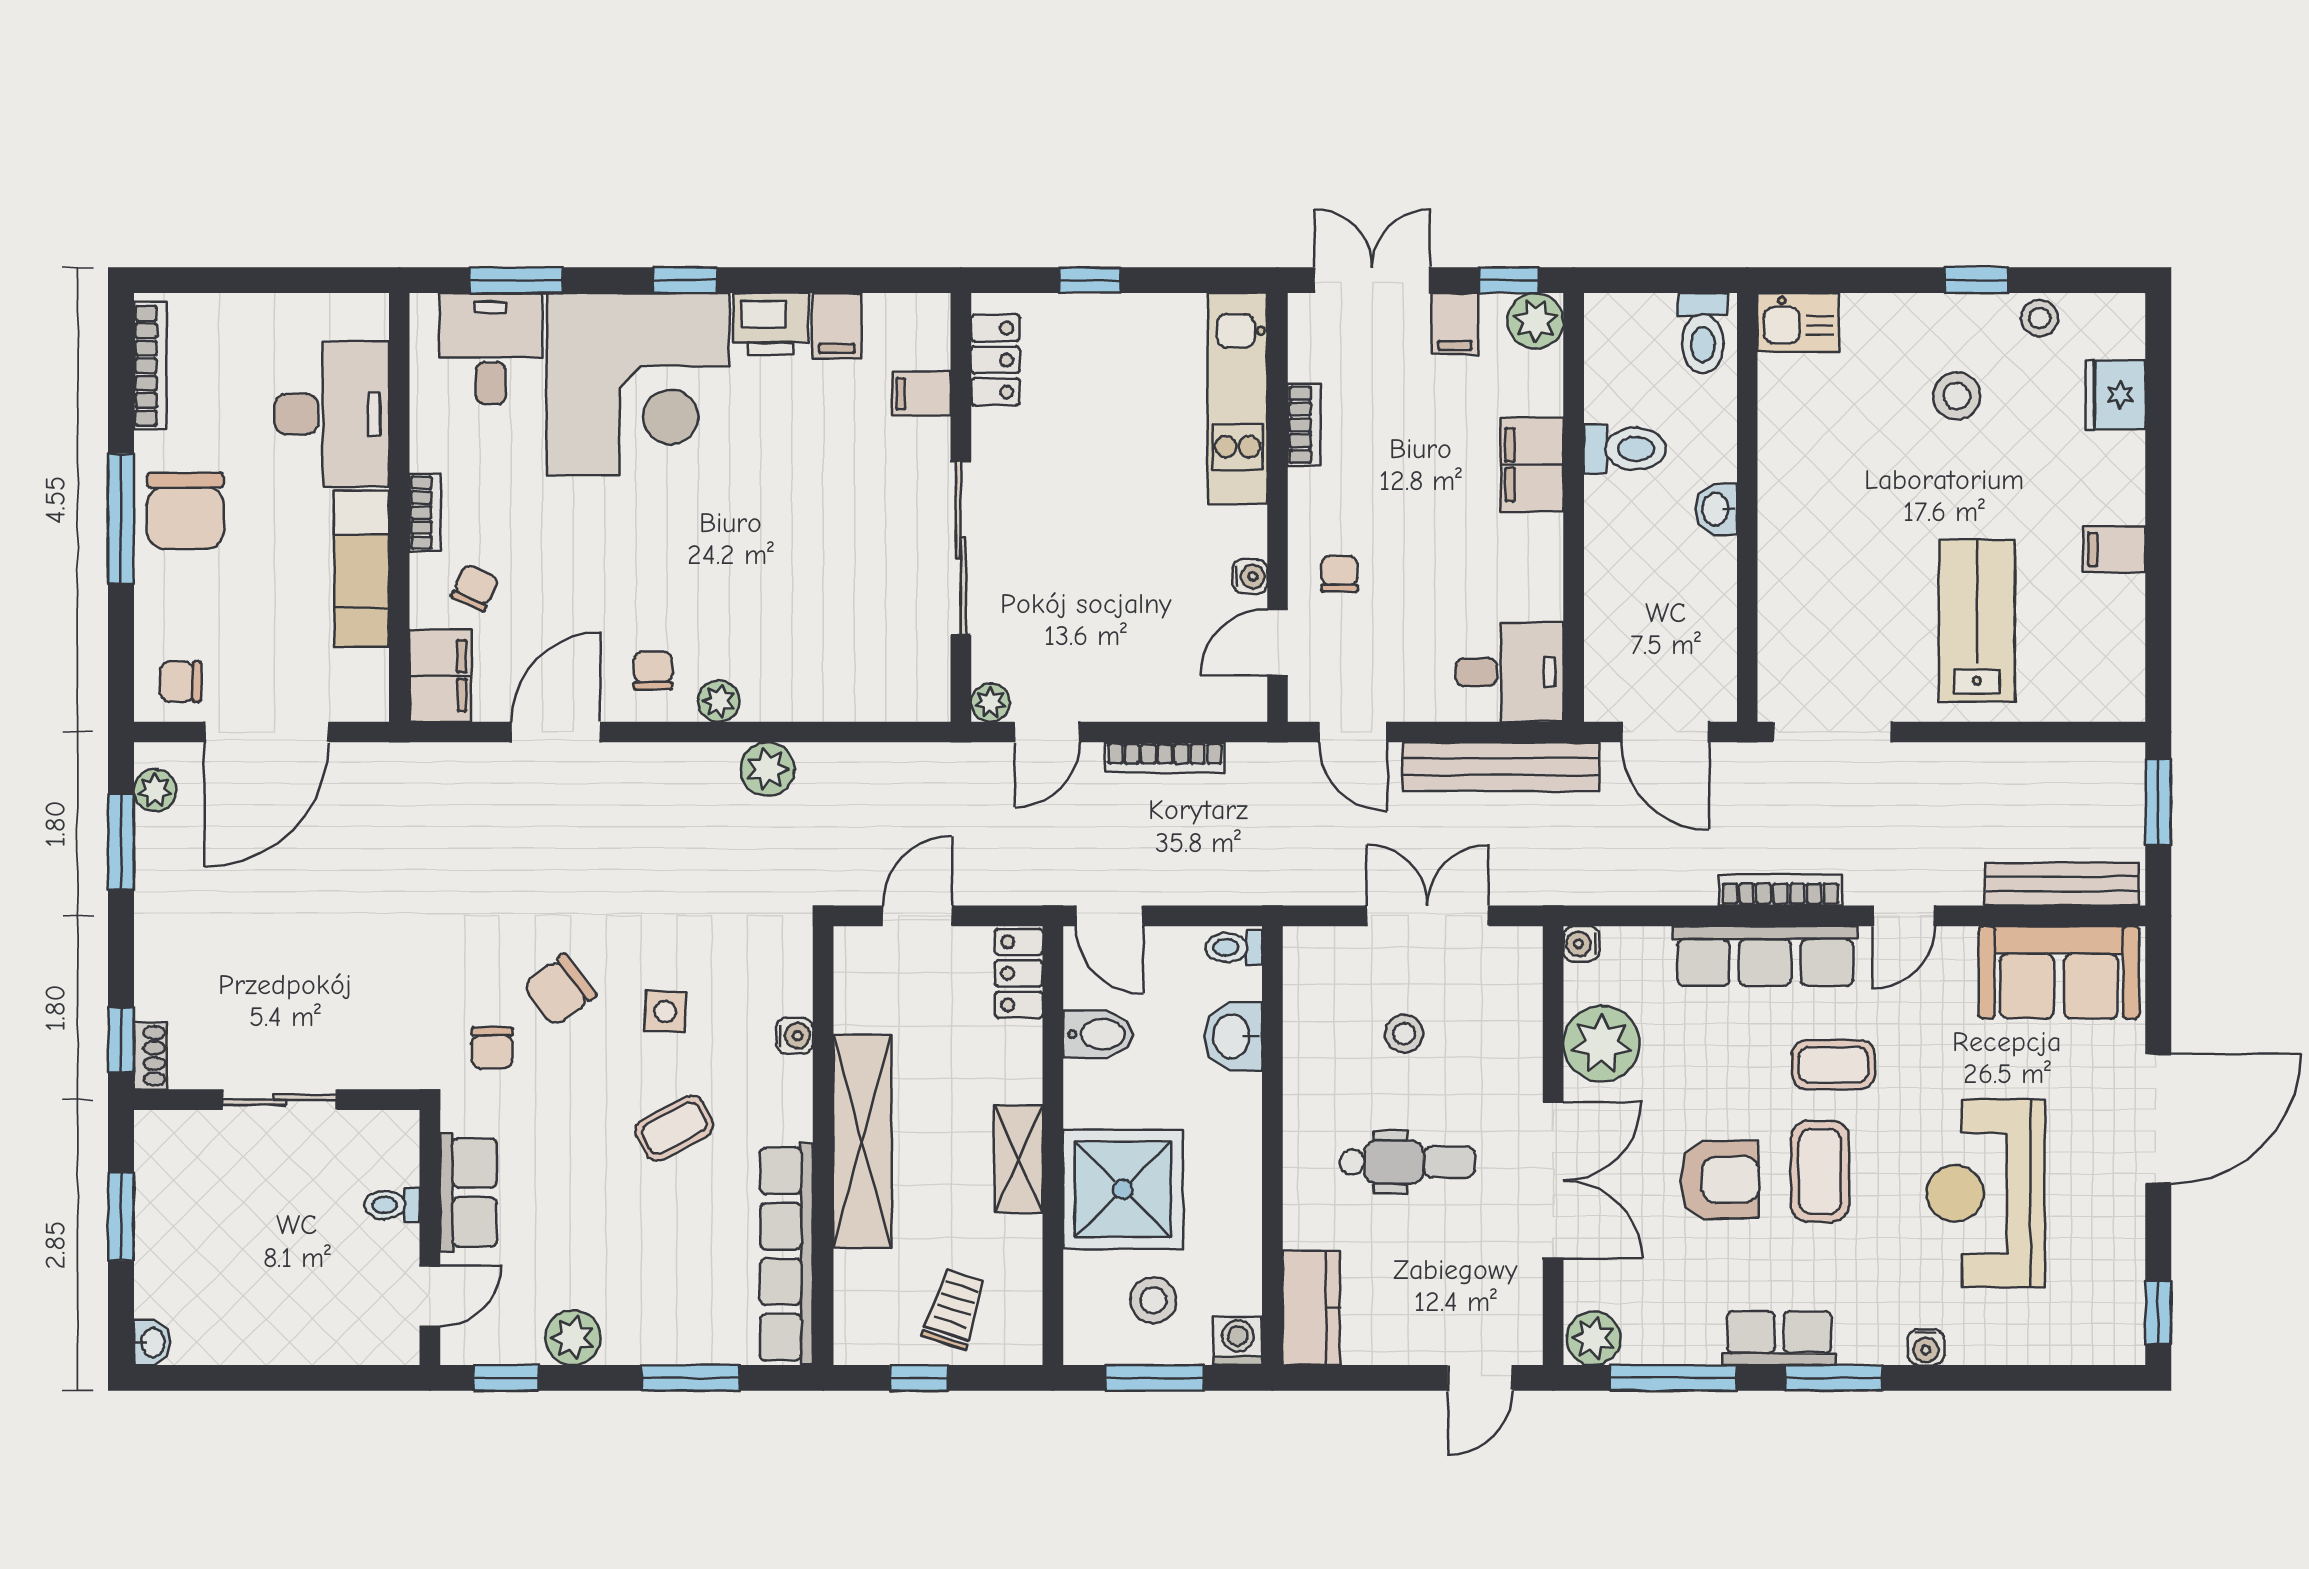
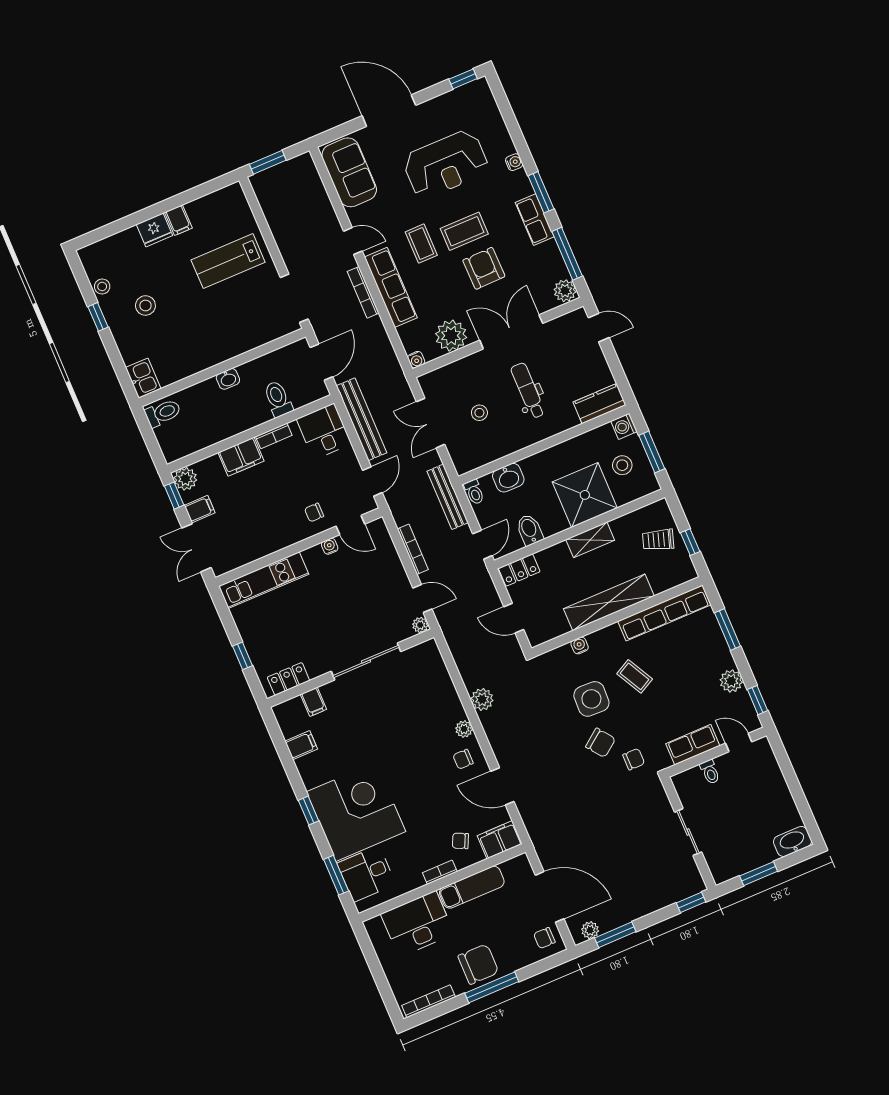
printer: (771, 324) -> (311, 771), removed
fridge: (2115, 395) -> (154, 230), moved
bookcase: (1304, 425) -> (274, 436), moved, turned 180
toilet: (1625, 449) -> (278, 399), moved
chair: (181, 682) -> (544, 938), turned 90
bench: (2062, 884) -> (448, 497), moved
side table: (665, 1011) -> (591, 699), width x1.87, depth x1.87
shoe rack: (150, 1056) -> (692, 889), removed
washbasin: (152, 1343) -> (792, 841), width x1.91, depth x1.45

